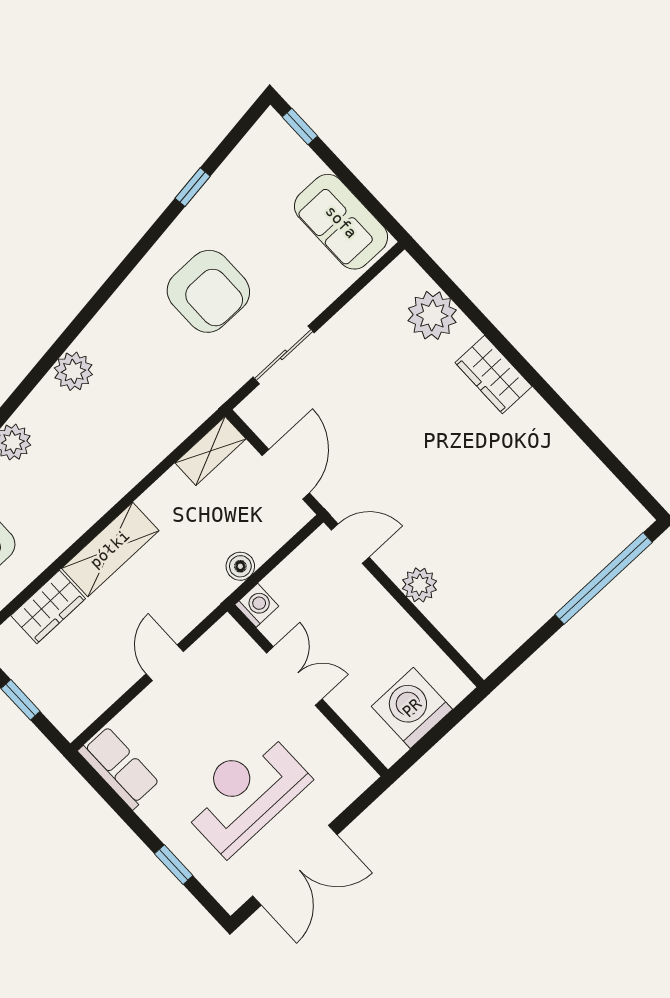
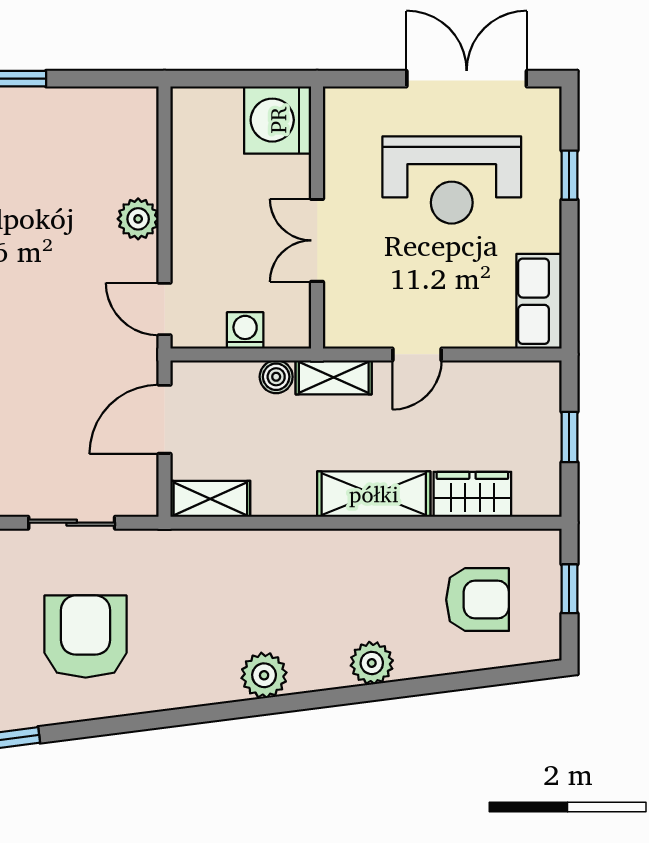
shelving: (204, 600) -> (334, 377), added
washing machine: (257, 605) -> (245, 330), moved, turned 90
washing machine: (412, 708) -> (278, 120), moved, turned 90

